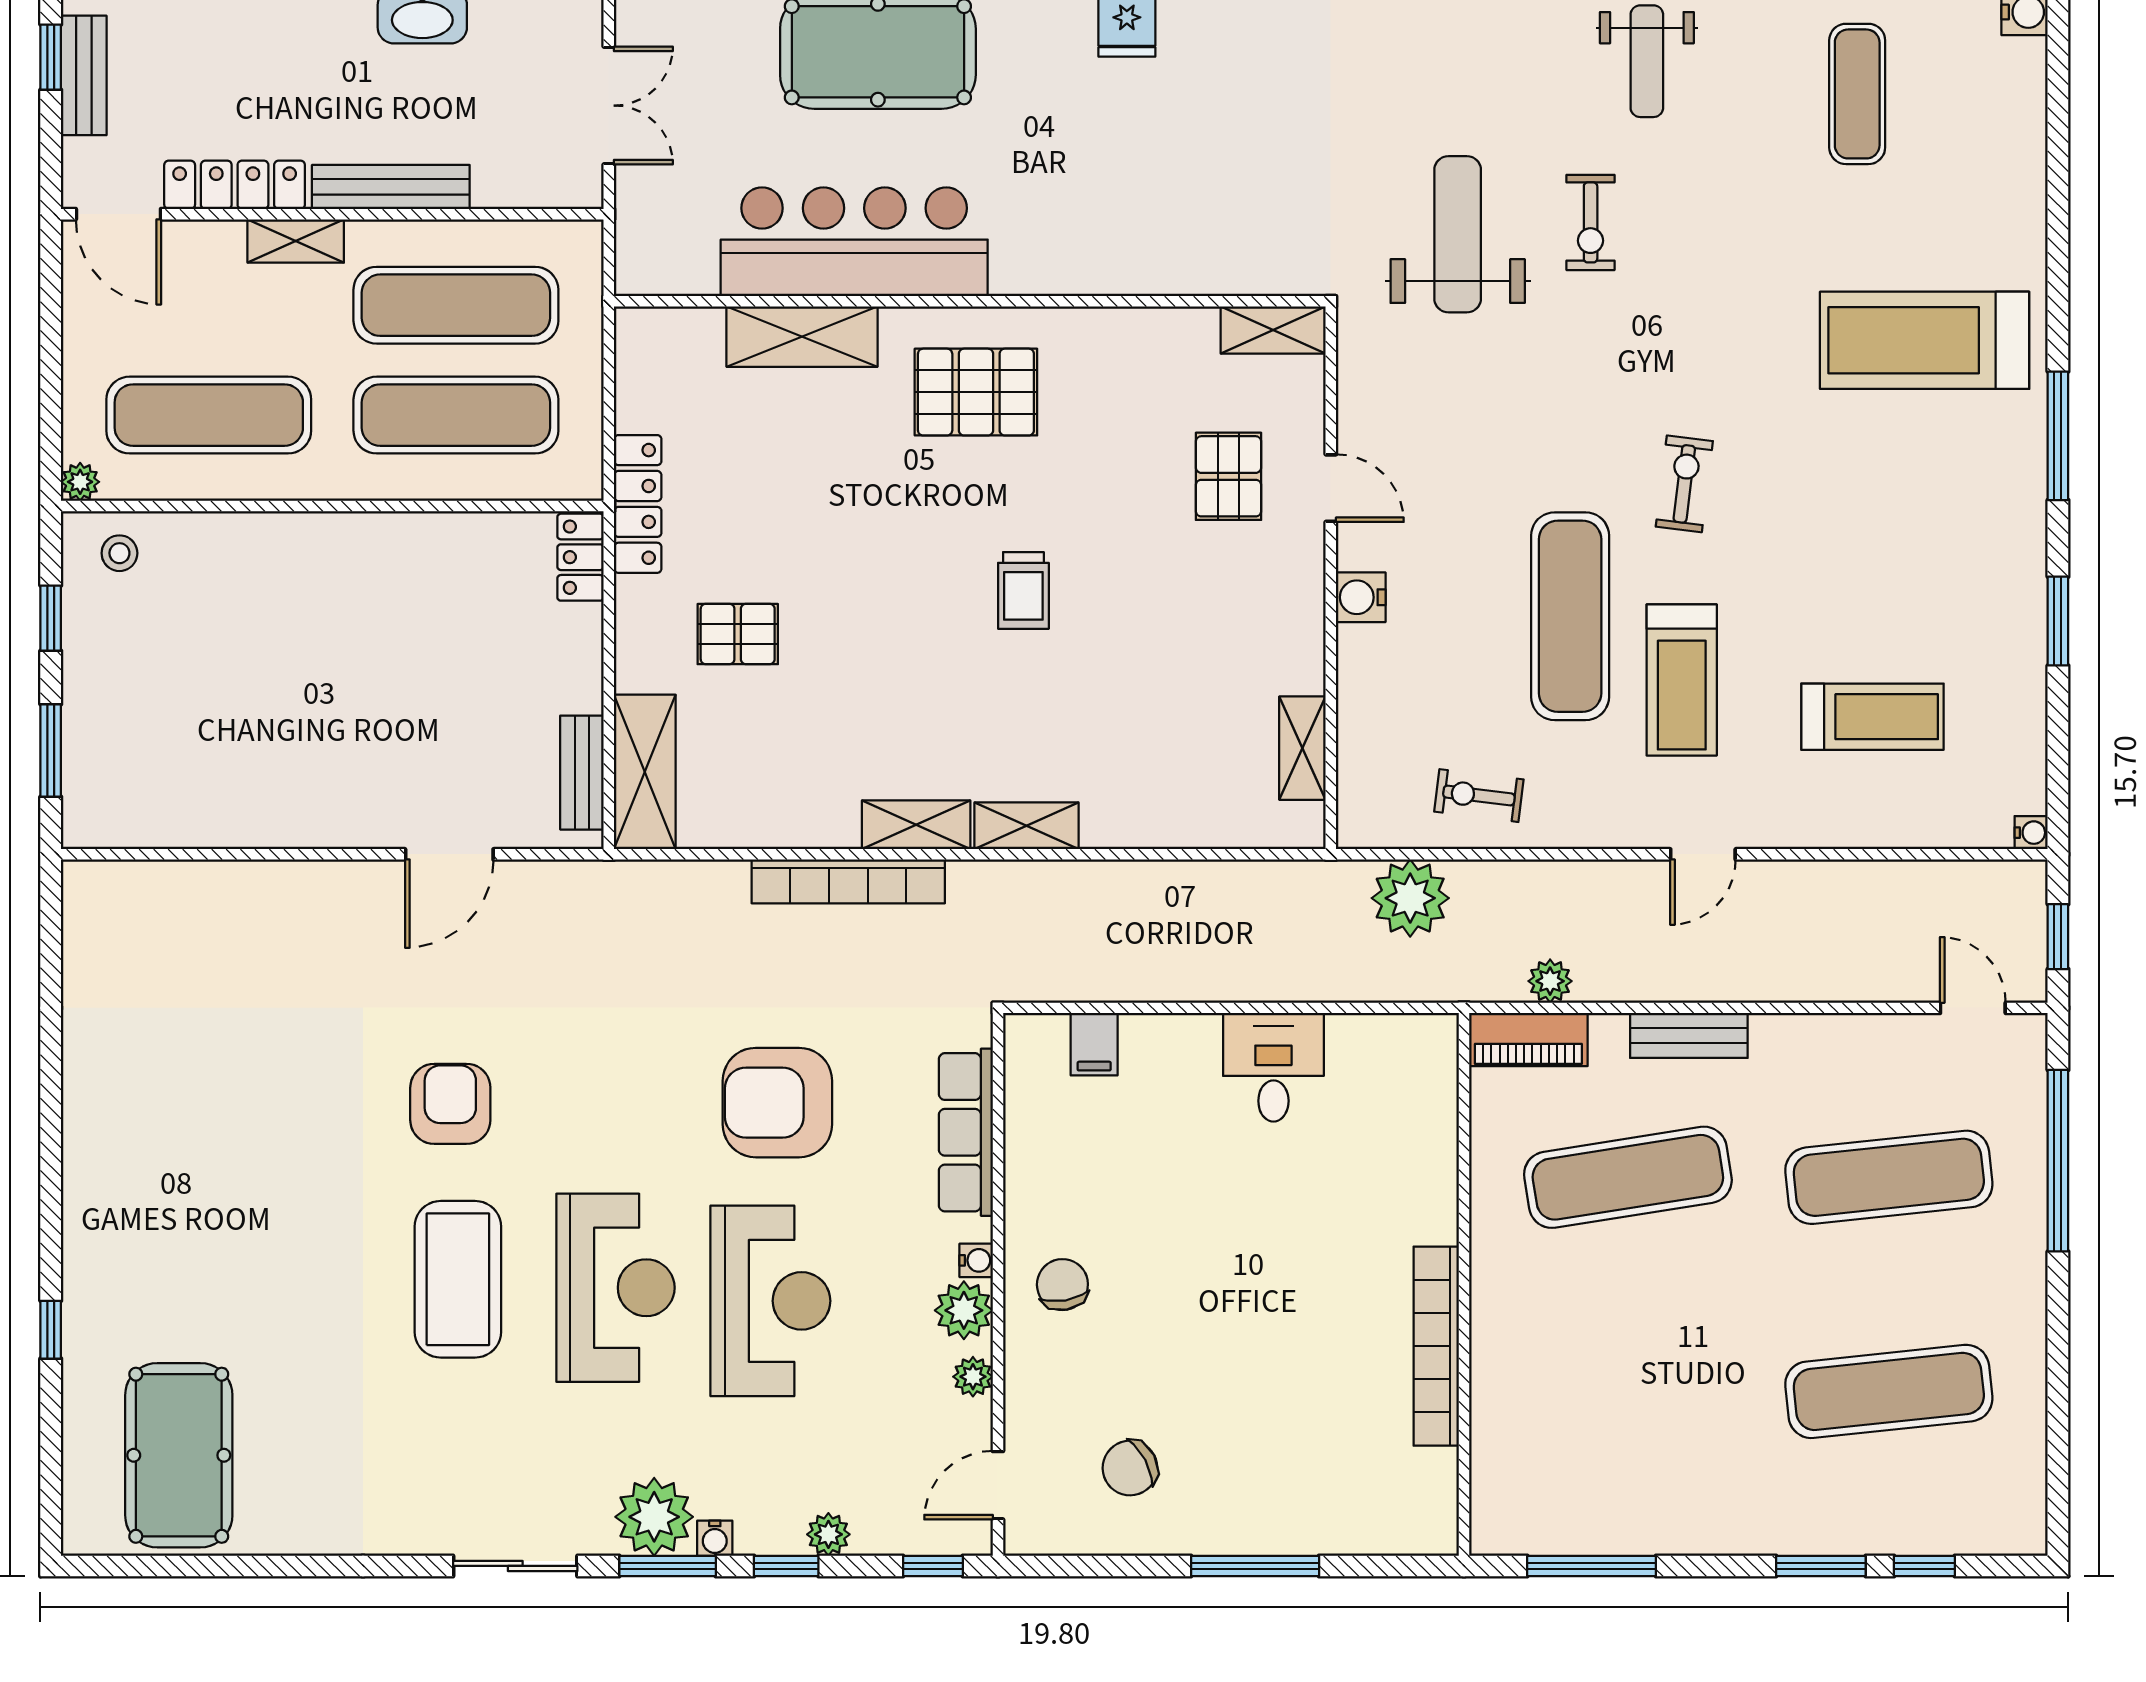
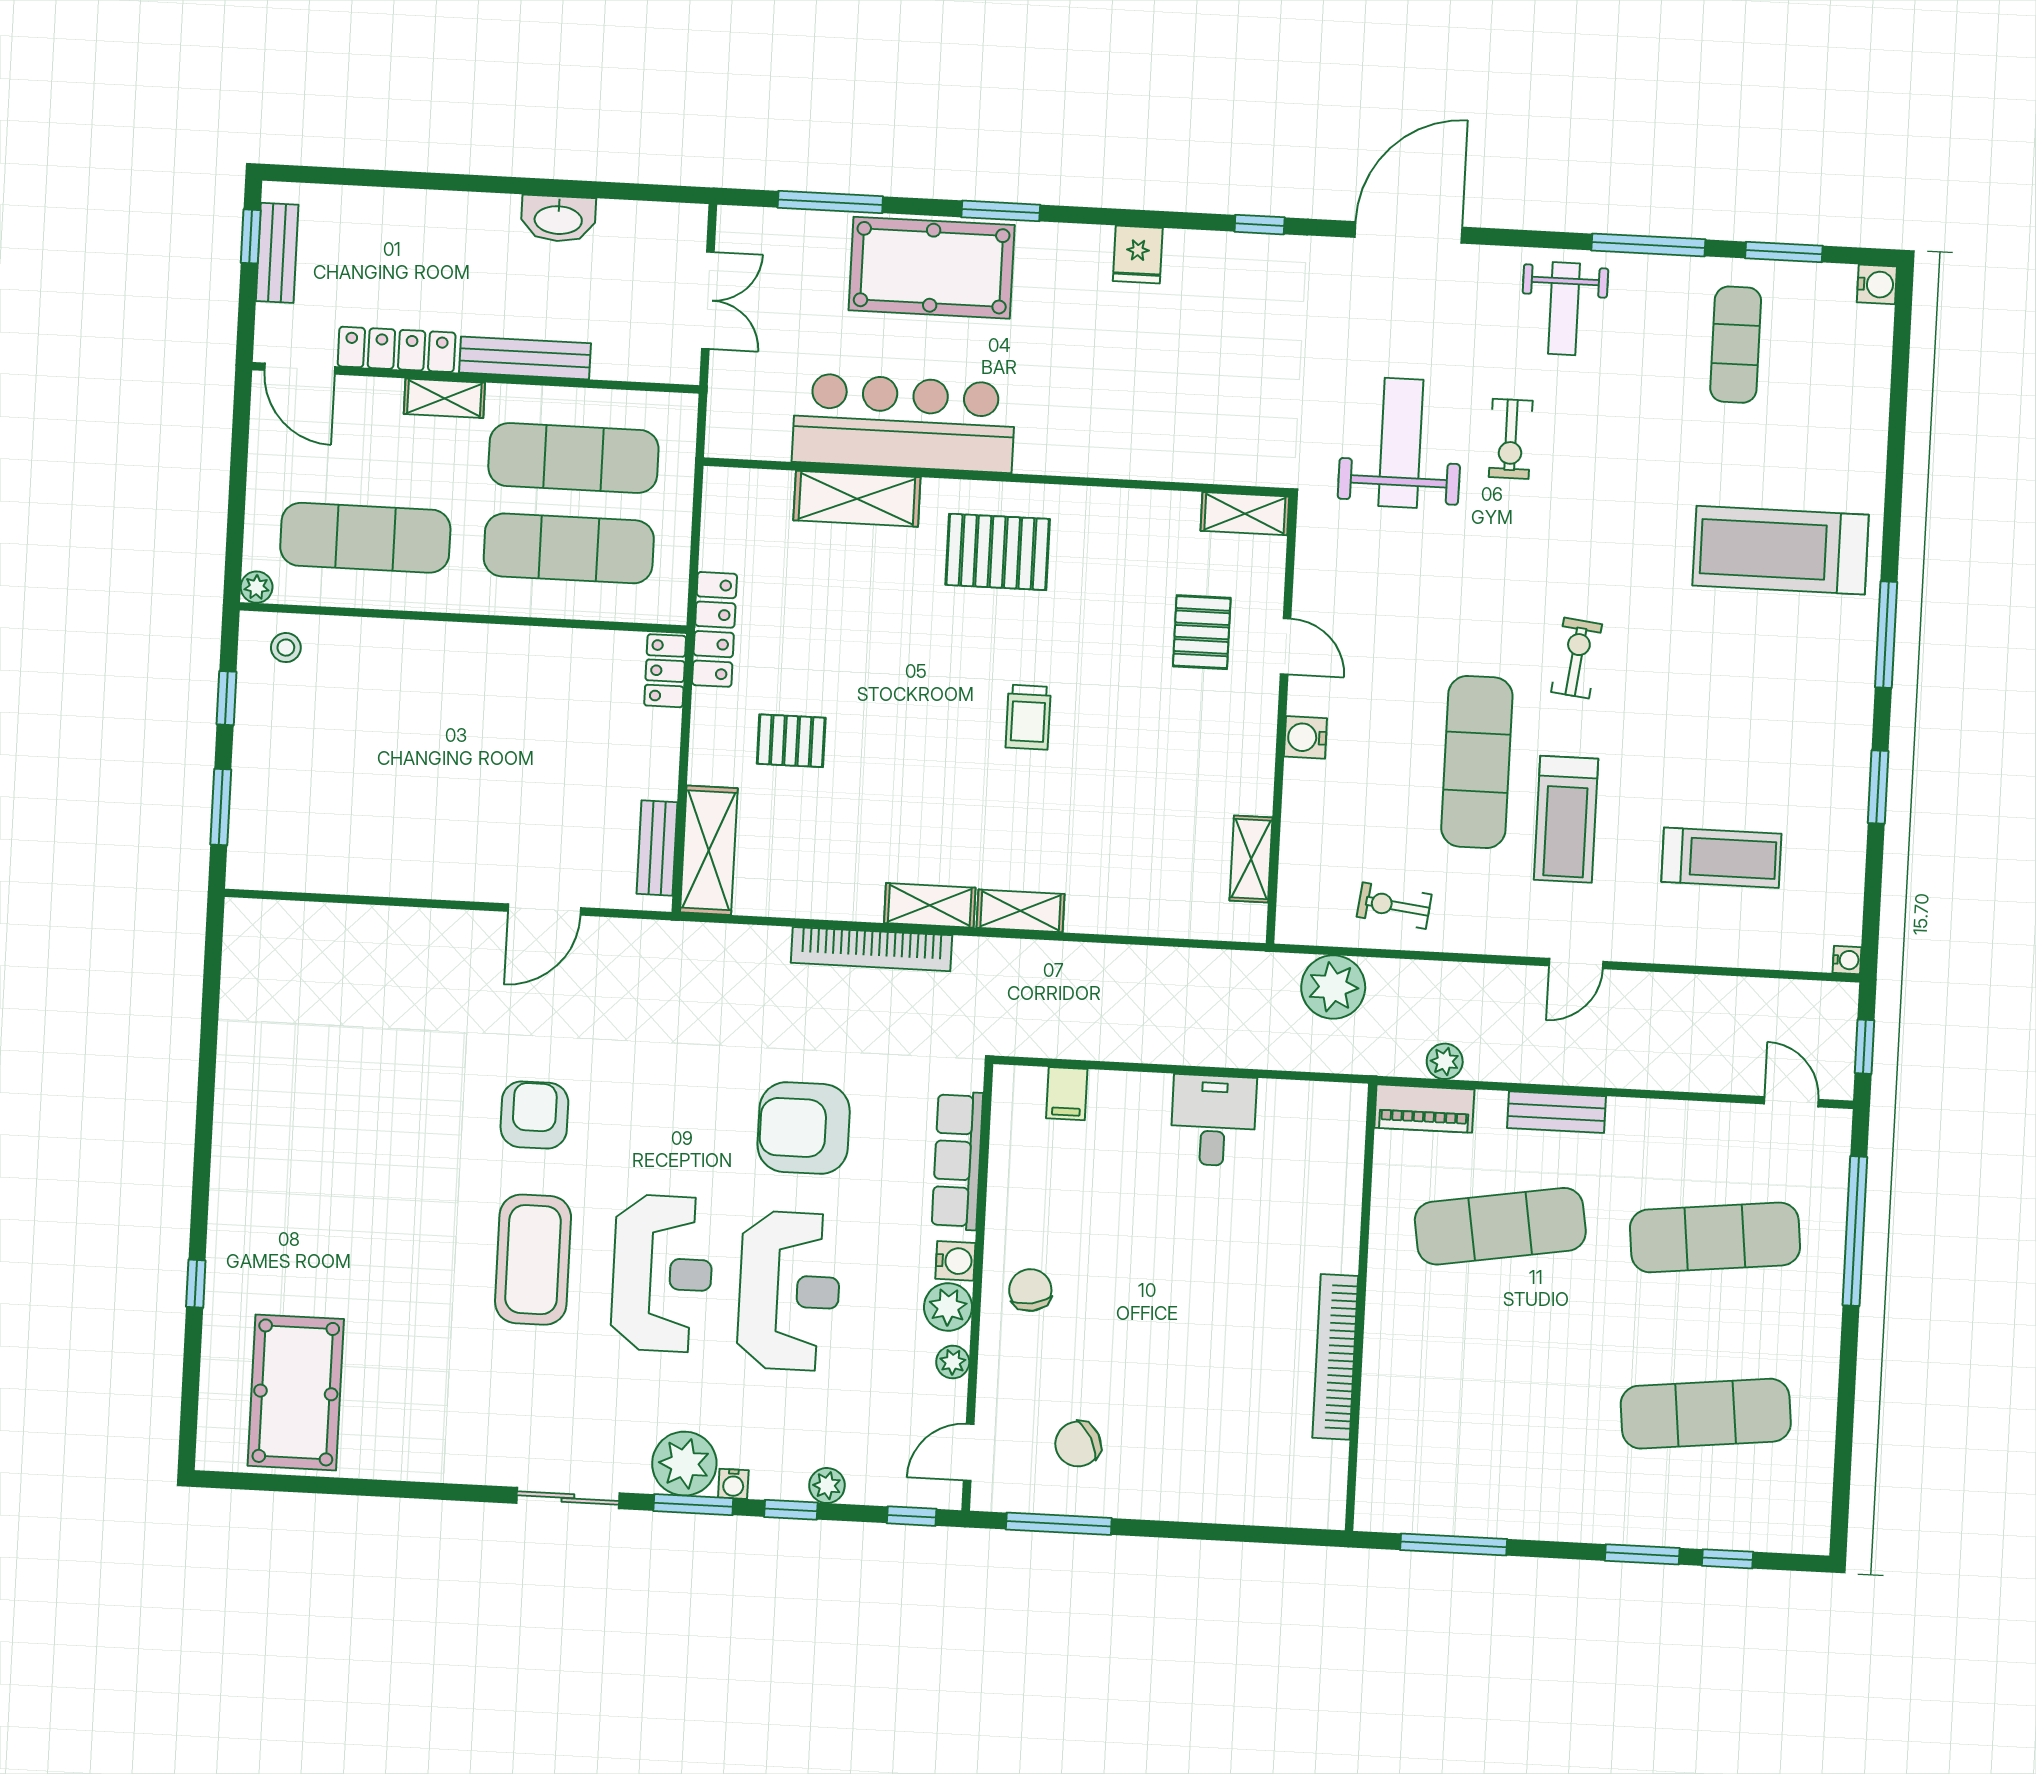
water cooler: (976, 1260) -> (955, 1261), width x1.38, depth x1.38
window: (1255, 1566) -> (1059, 1524), moved

